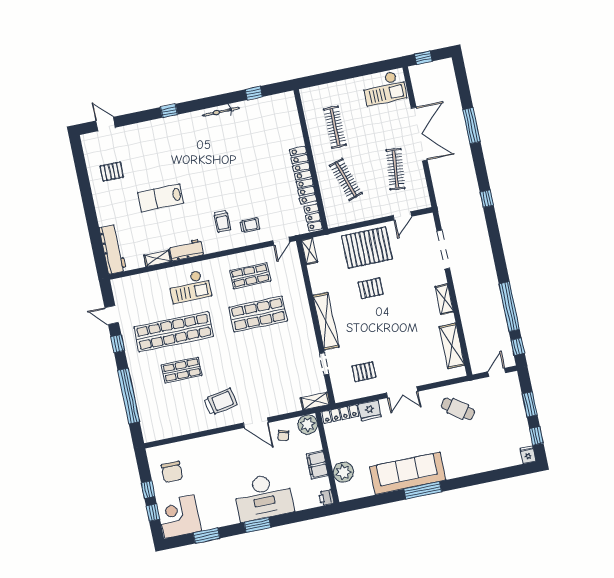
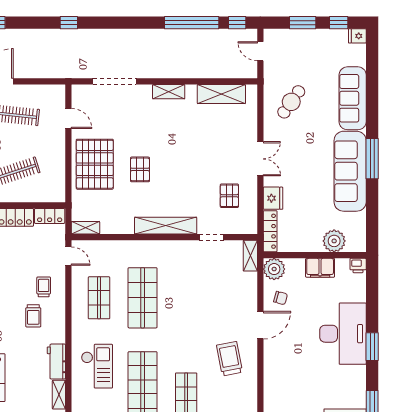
trolley: (222, 221) -> (33, 316), turned 90
sofa: (472, 462) -> (353, 98), added

